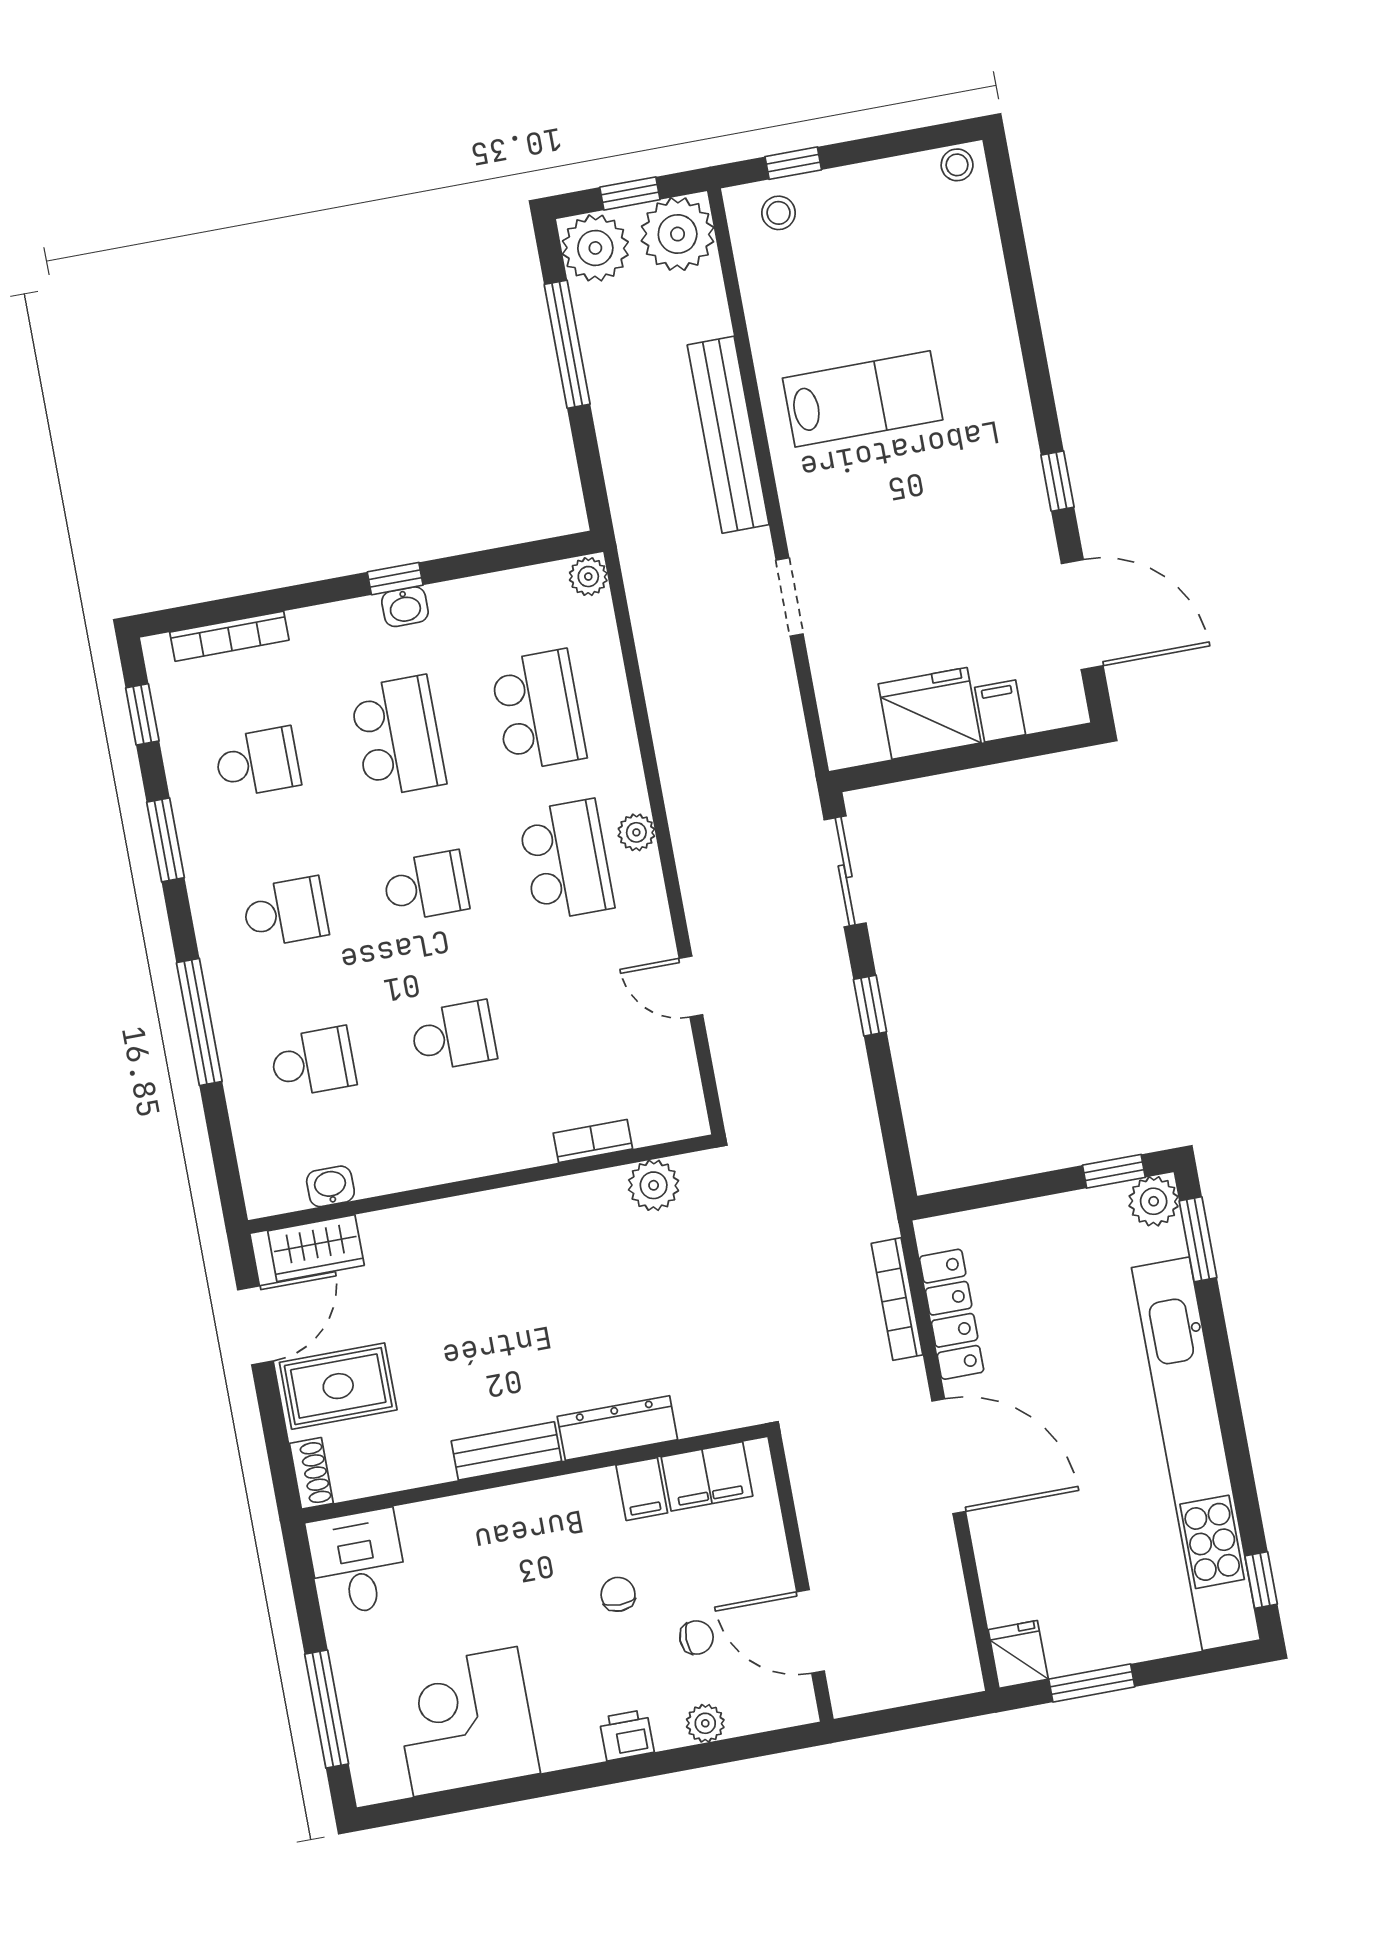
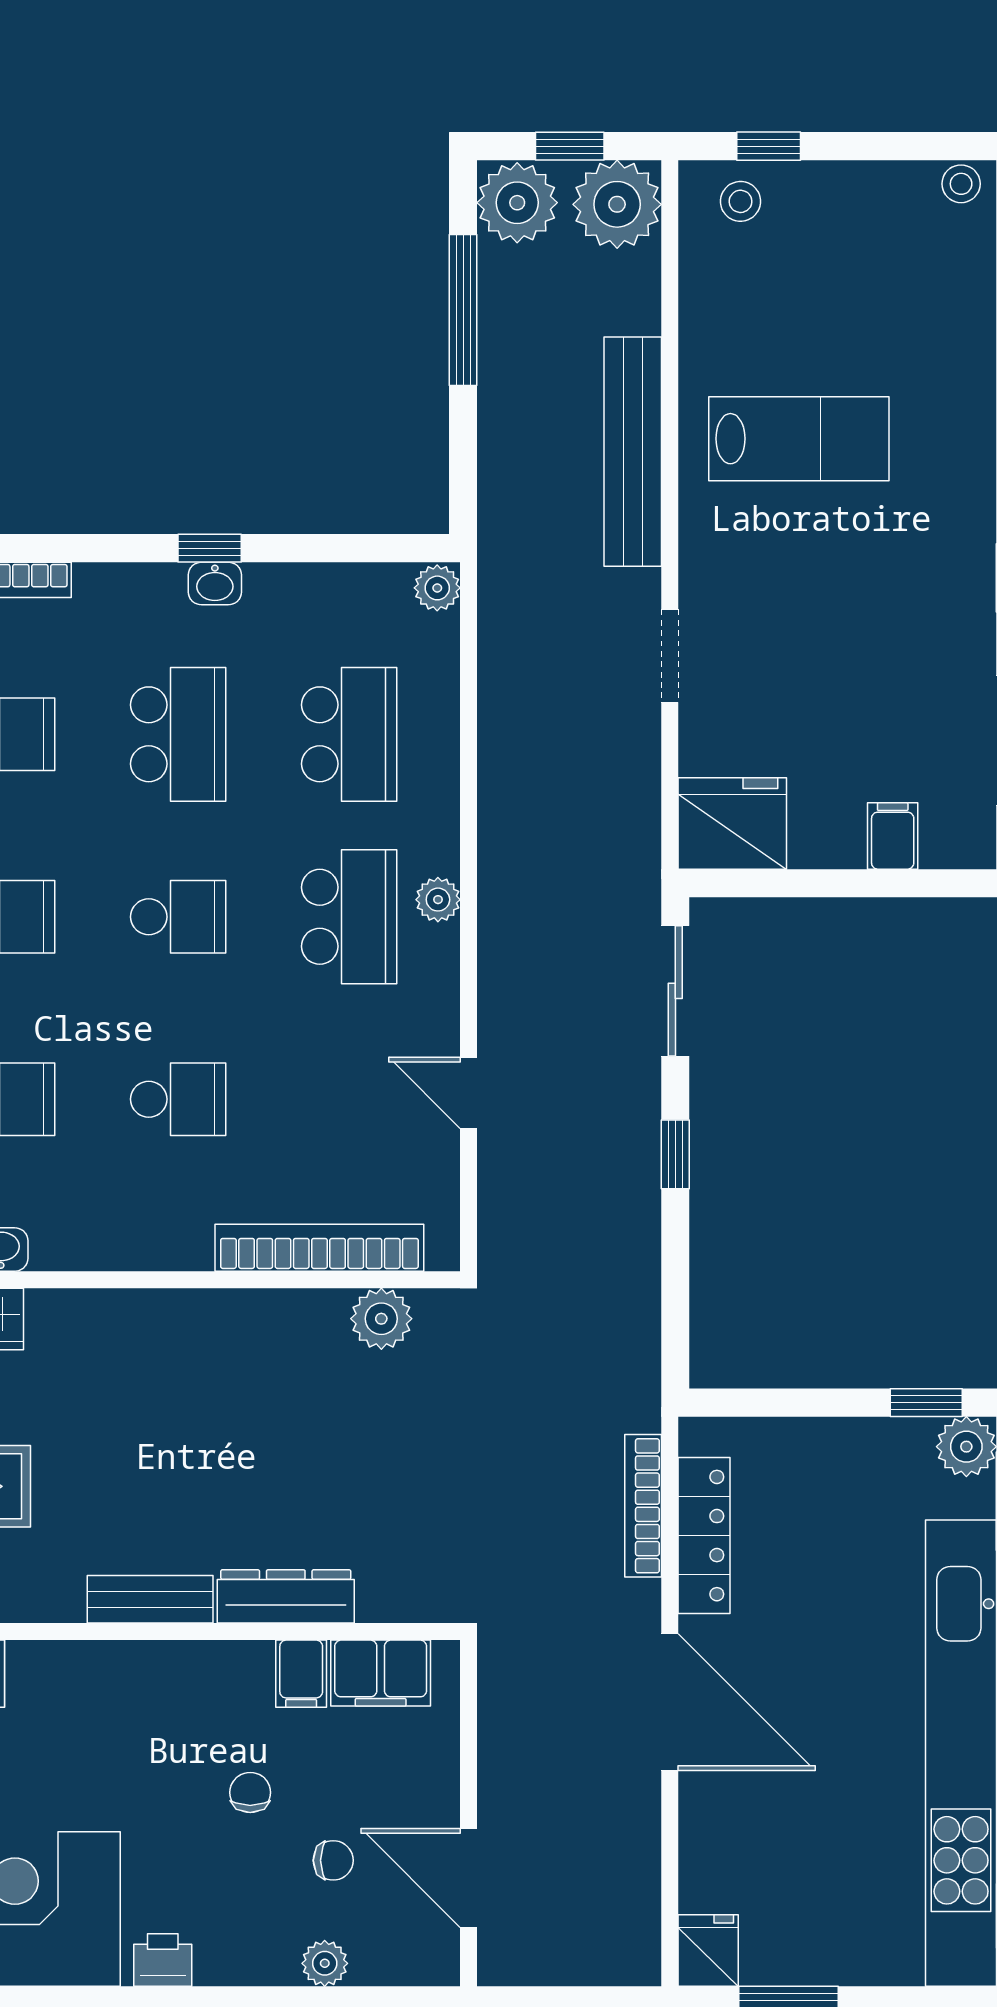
fridge: (930, 713) -> (732, 823), moved
bookcase: (593, 1141) -> (319, 1248), width x2.31, depth x1.31
printer: (627, 1735) -> (163, 1960), moved

